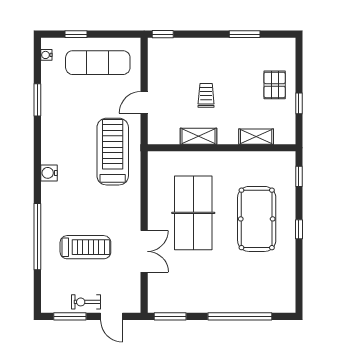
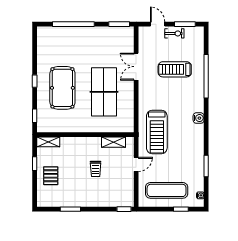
shelving: (198, 136) -> (114, 142), moved
shelving: (256, 137) -> (48, 142), moved

